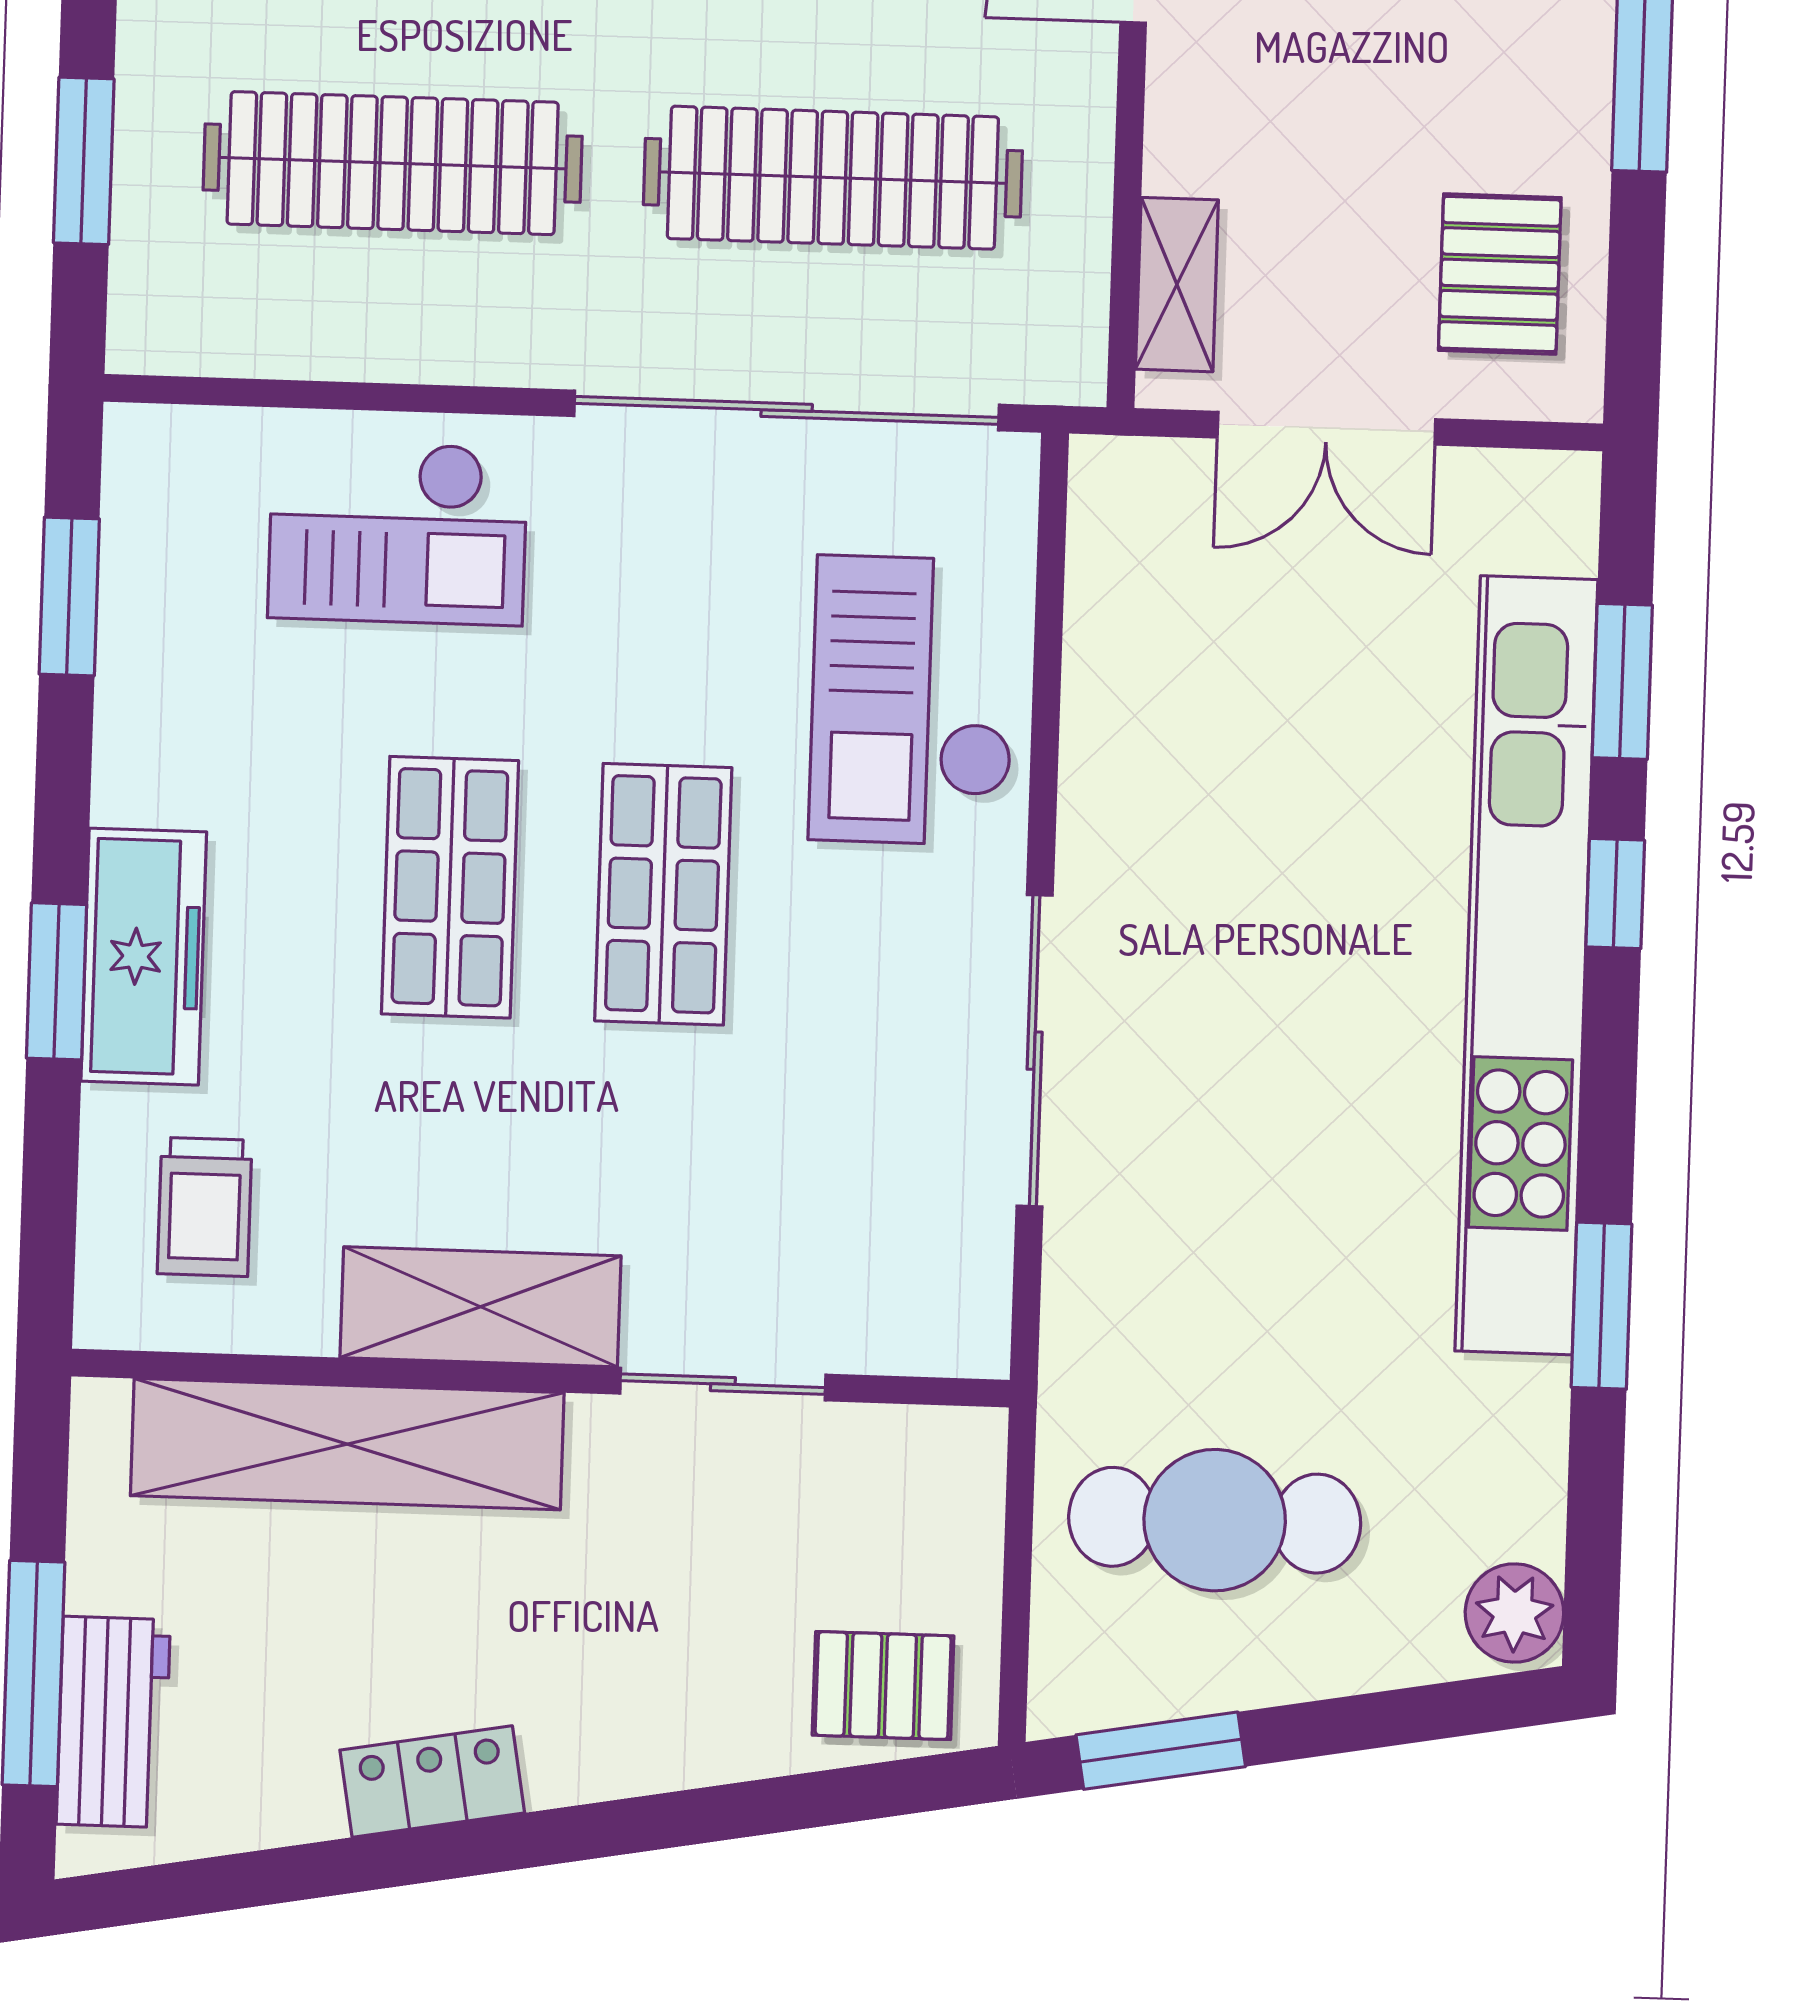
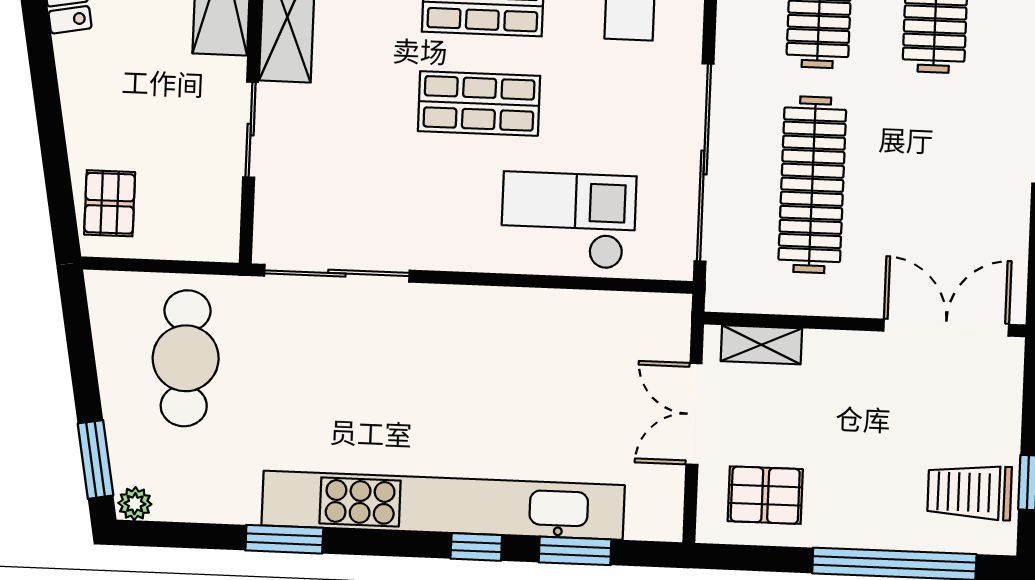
sliding door: (1035, 1051) -> (337, 273), moved
plant: (1514, 1613) -> (135, 504), width x0.73, depth x0.73
window: (1161, 1751) -> (95, 459), moved

